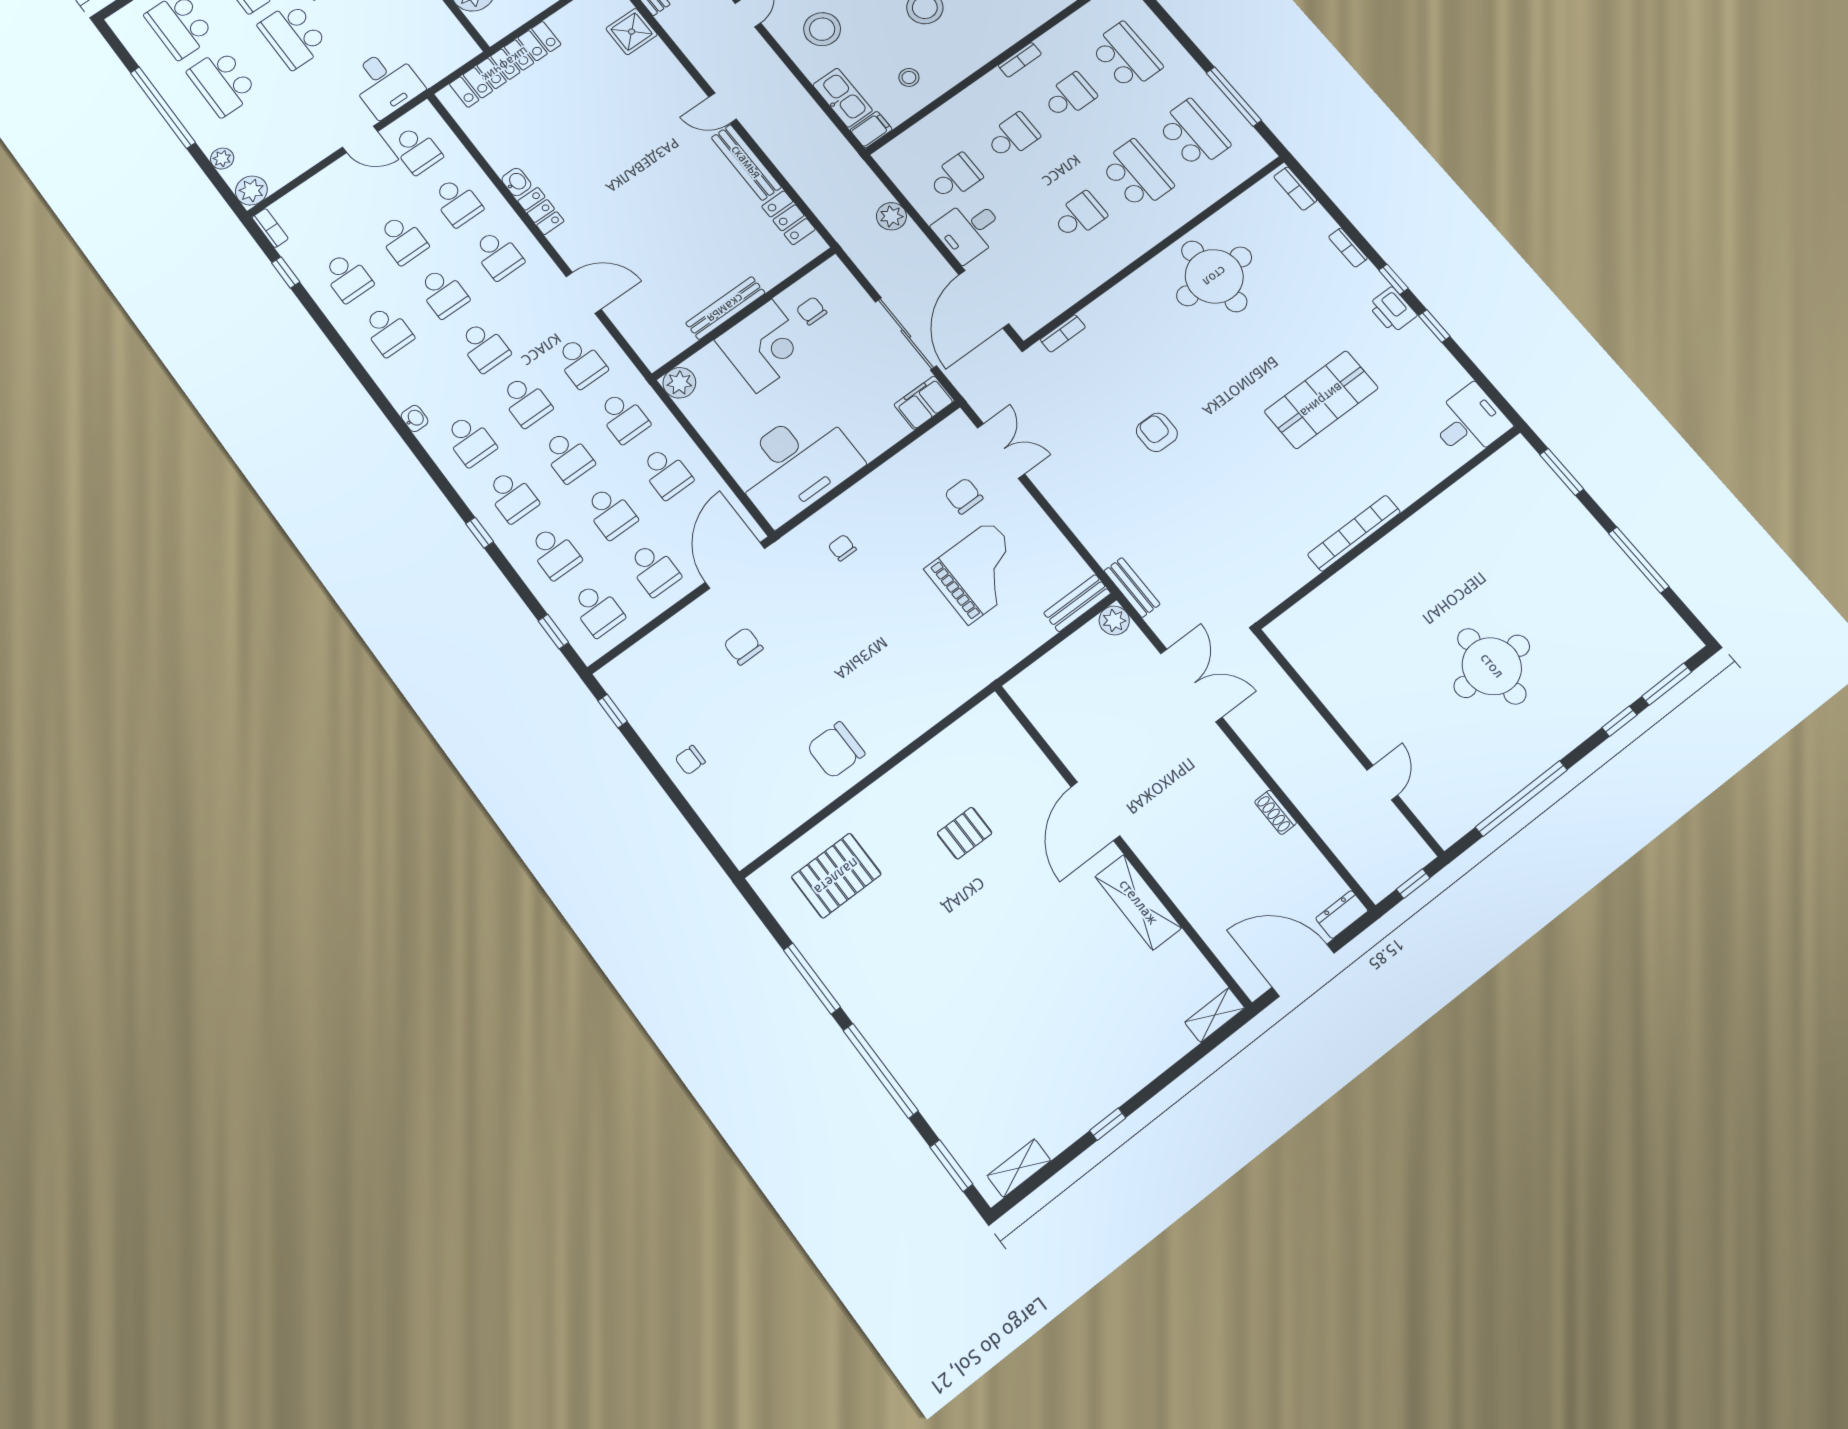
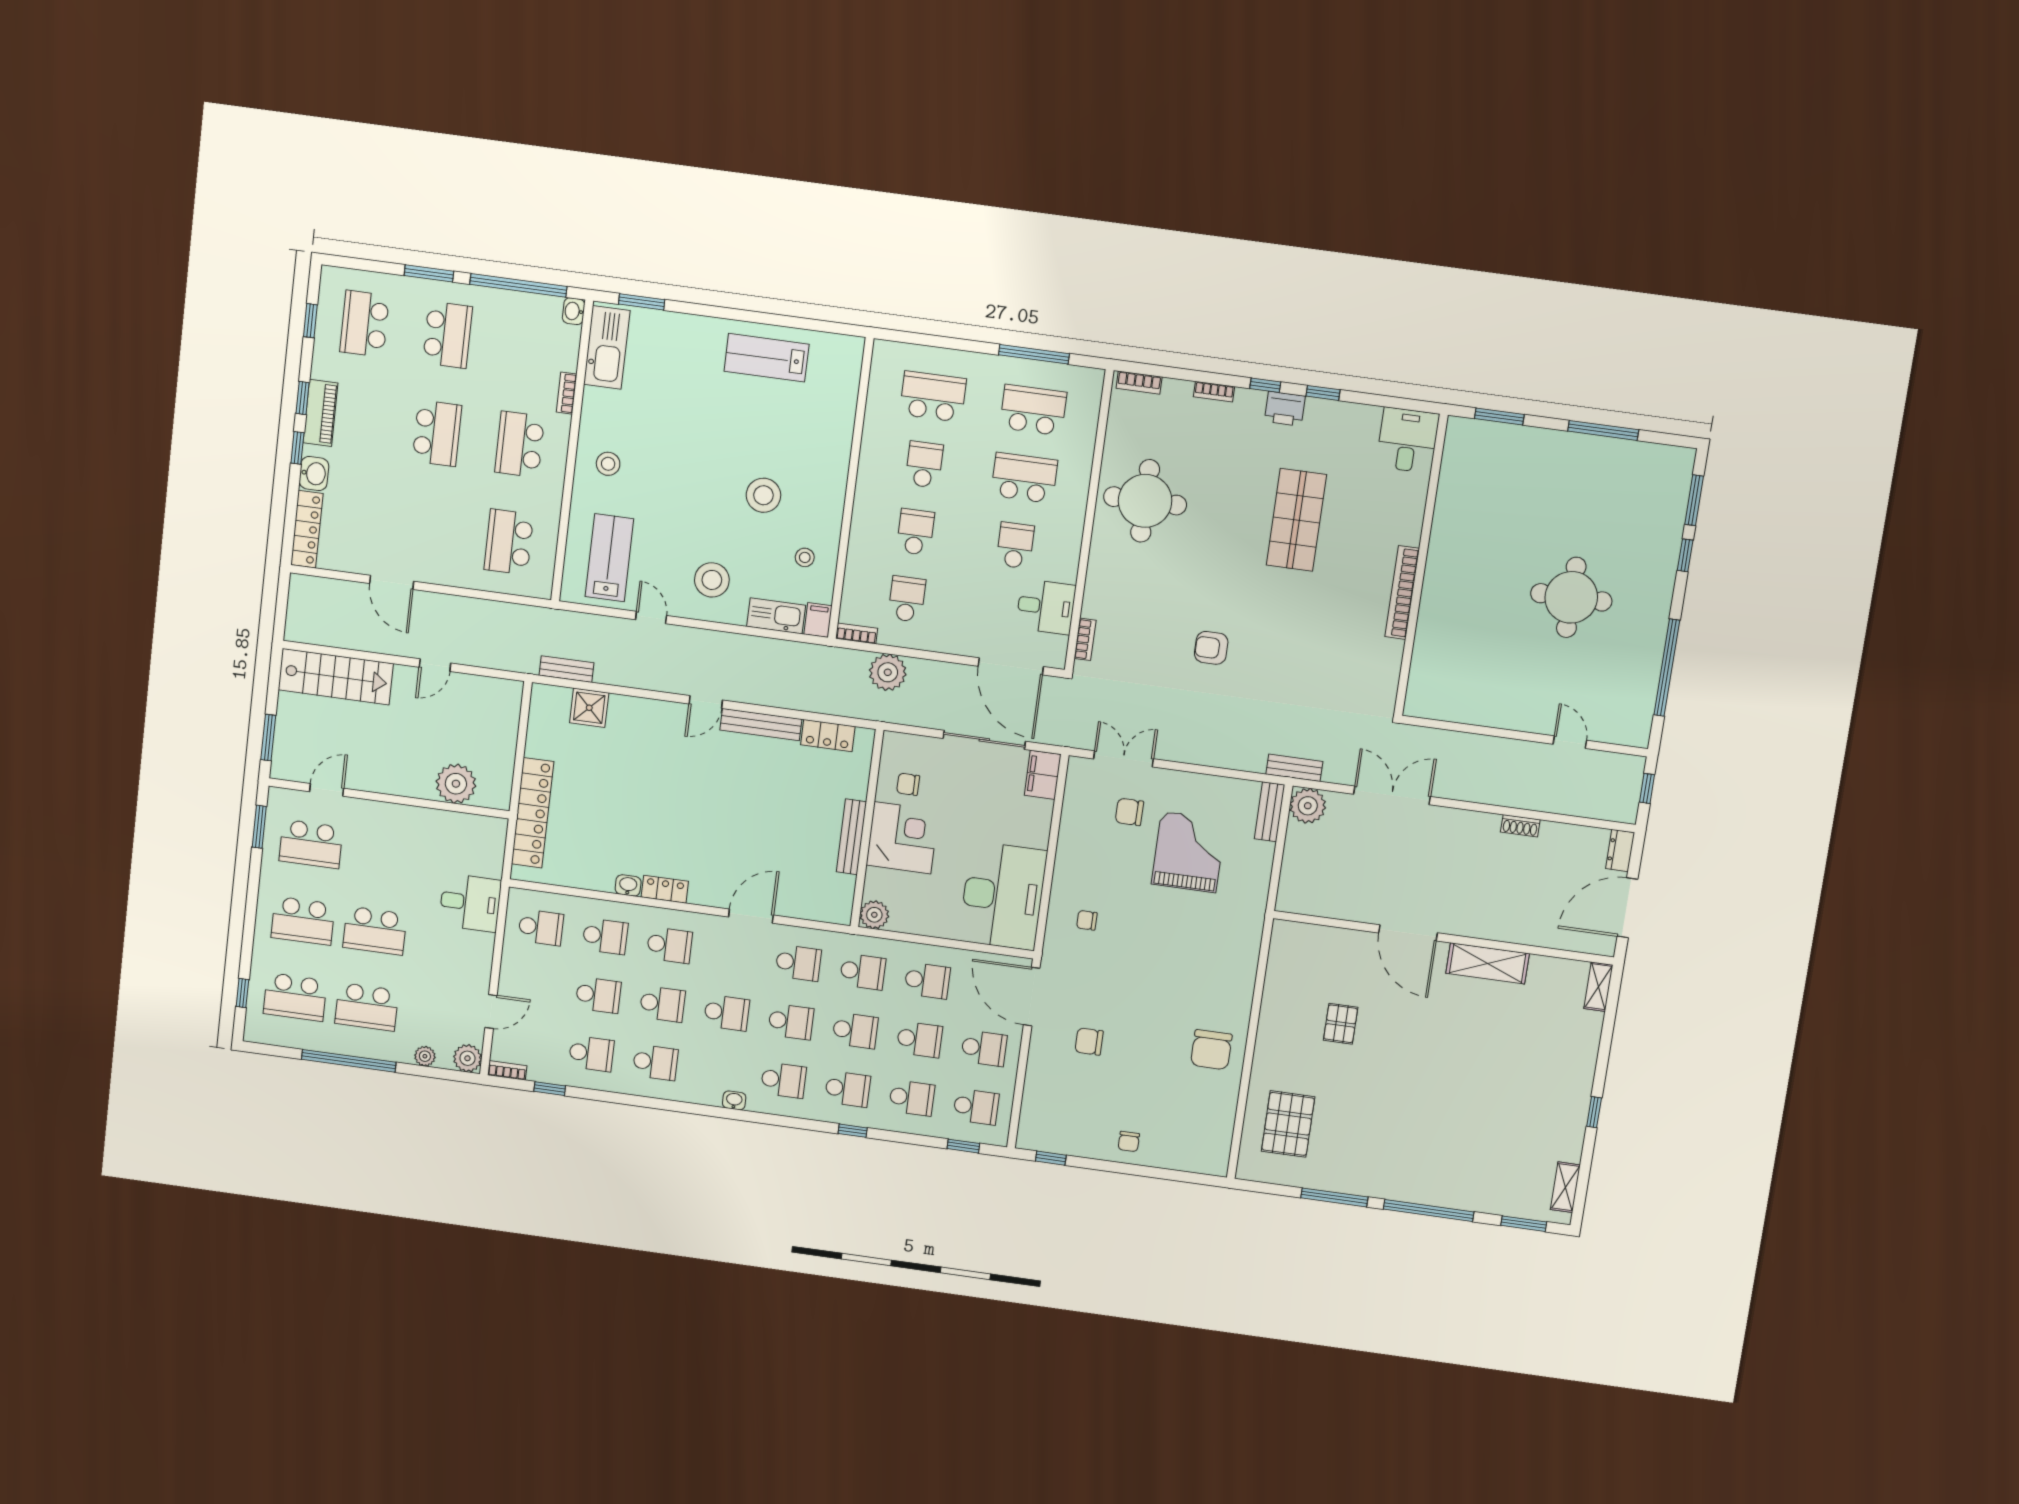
bookcase: (1020, 60) -> (857, 633), moved, turned -90
door: (360, 139) -> (491, 1011), moved
plant: (891, 216) -> (888, 672), width x1.36, depth x1.36
desk: (969, 230) -> (1046, 607), moved, turned -90
plant: (1114, 620) -> (1308, 806), width x1.36, depth x1.36

